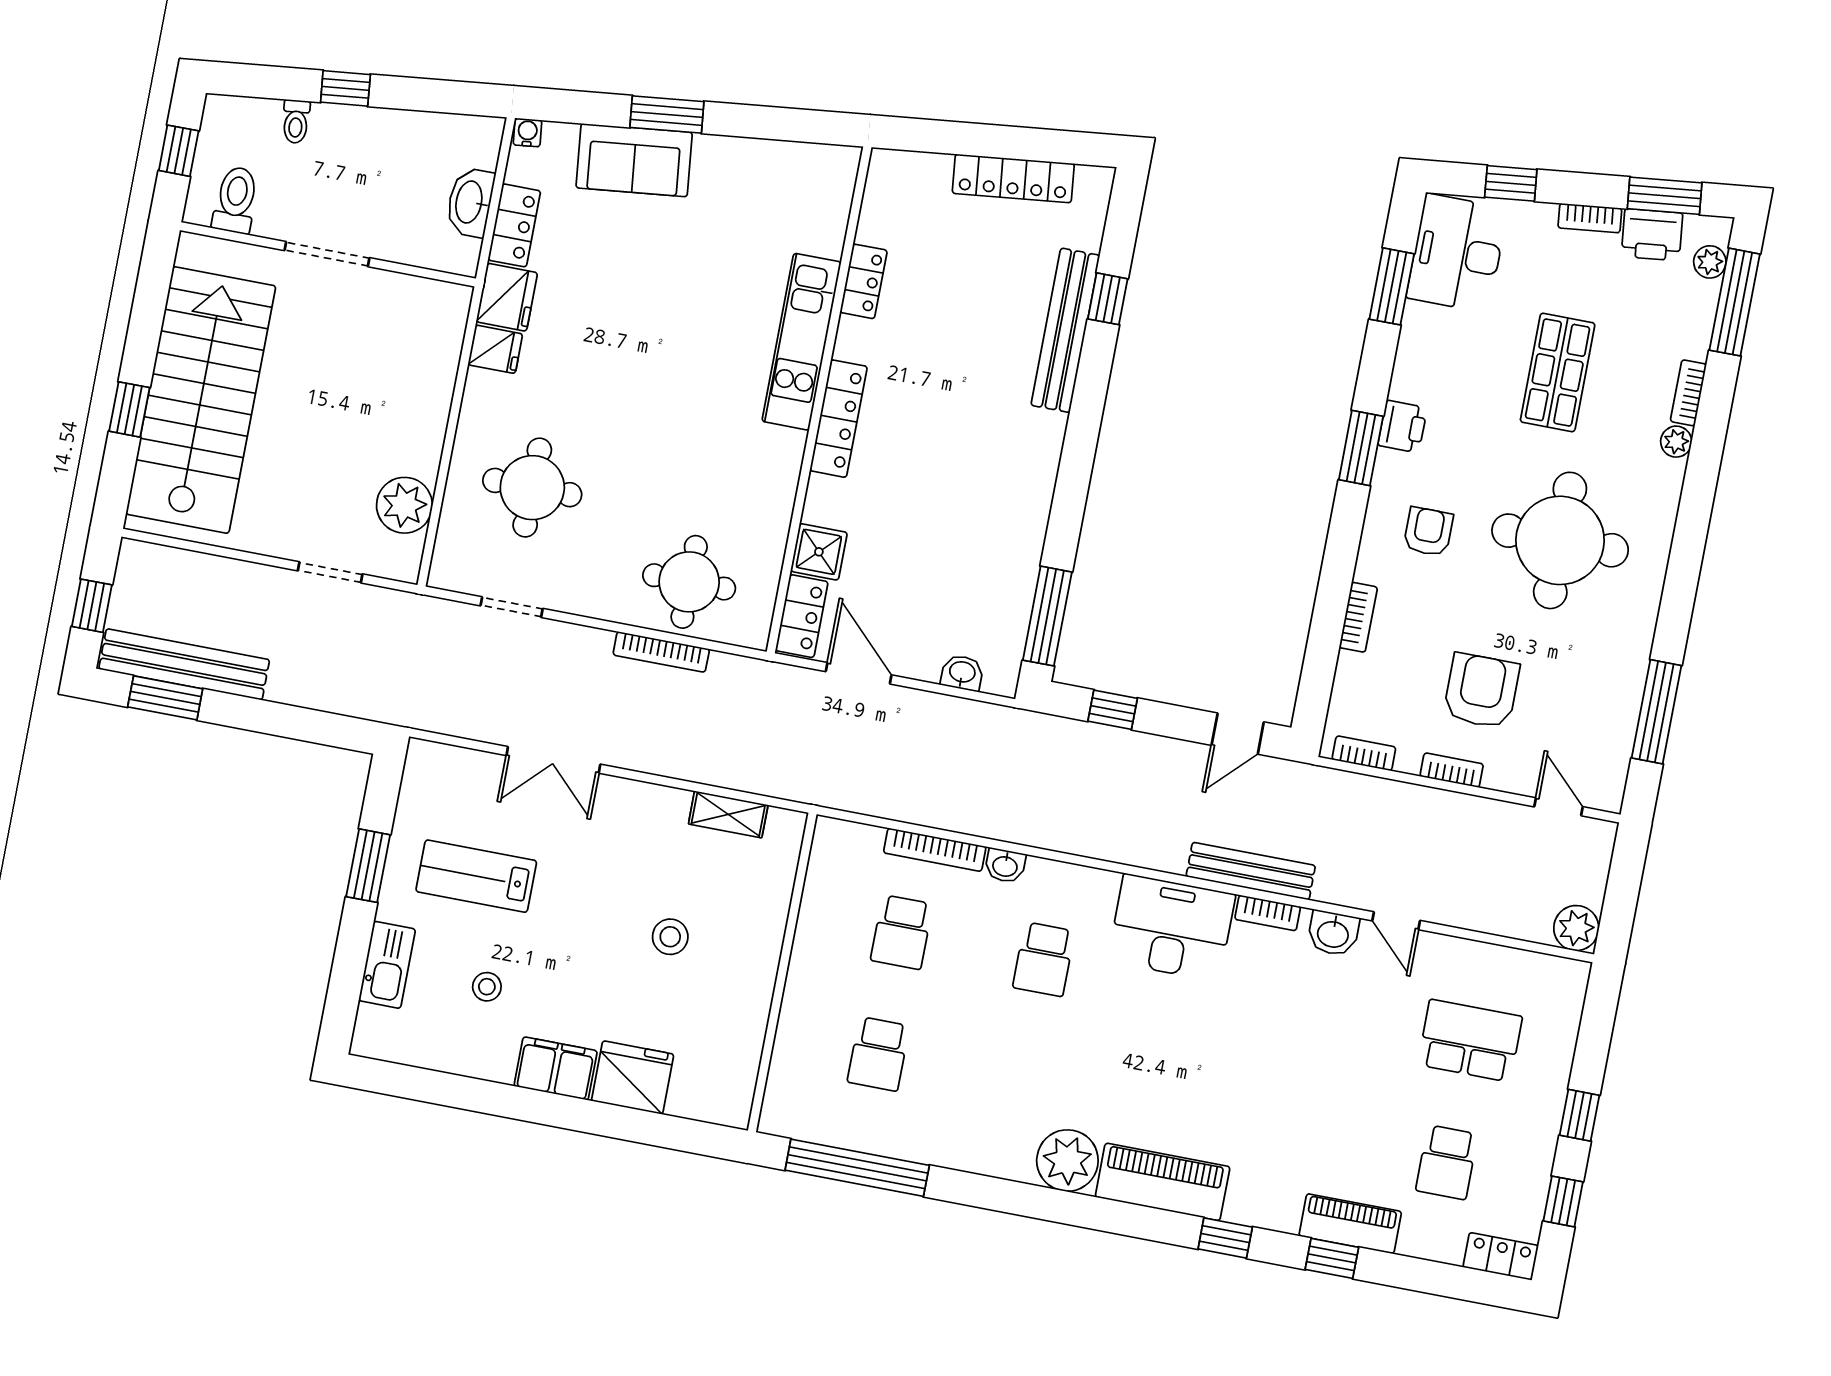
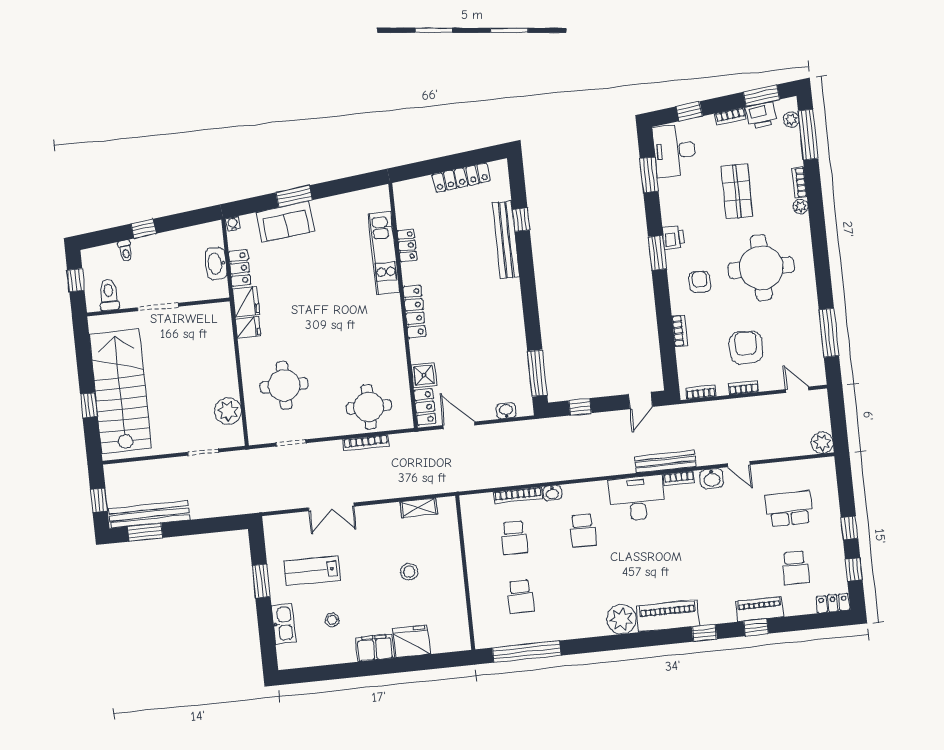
kitchen unit: (801, 342) -> (384, 253), moved

